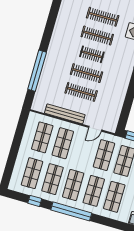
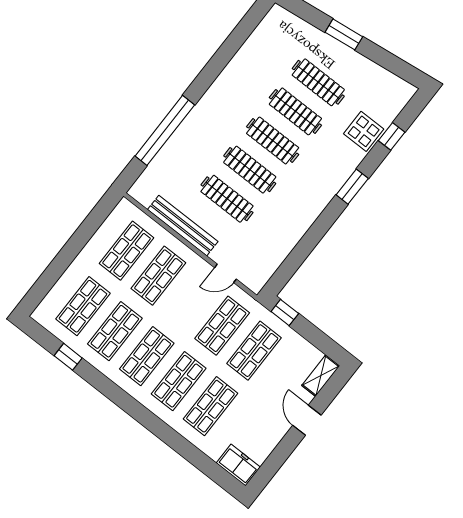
clothes rail: (92, 54) -> (273, 141), width x1.36
window: (71, 211) -> (125, 401), removed

